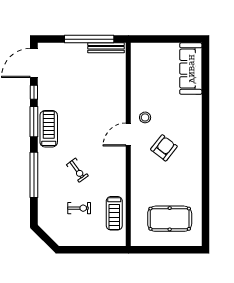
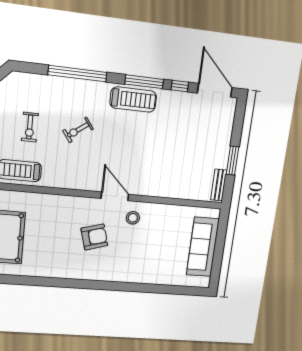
window: (89, 39) -> (232, 161), width x0.47
bench: (106, 48) -> (219, 185), width x0.73
sofa: (191, 69) -> (203, 247), moved, turned -90
armchair: (164, 148) -> (94, 237), turned -54

